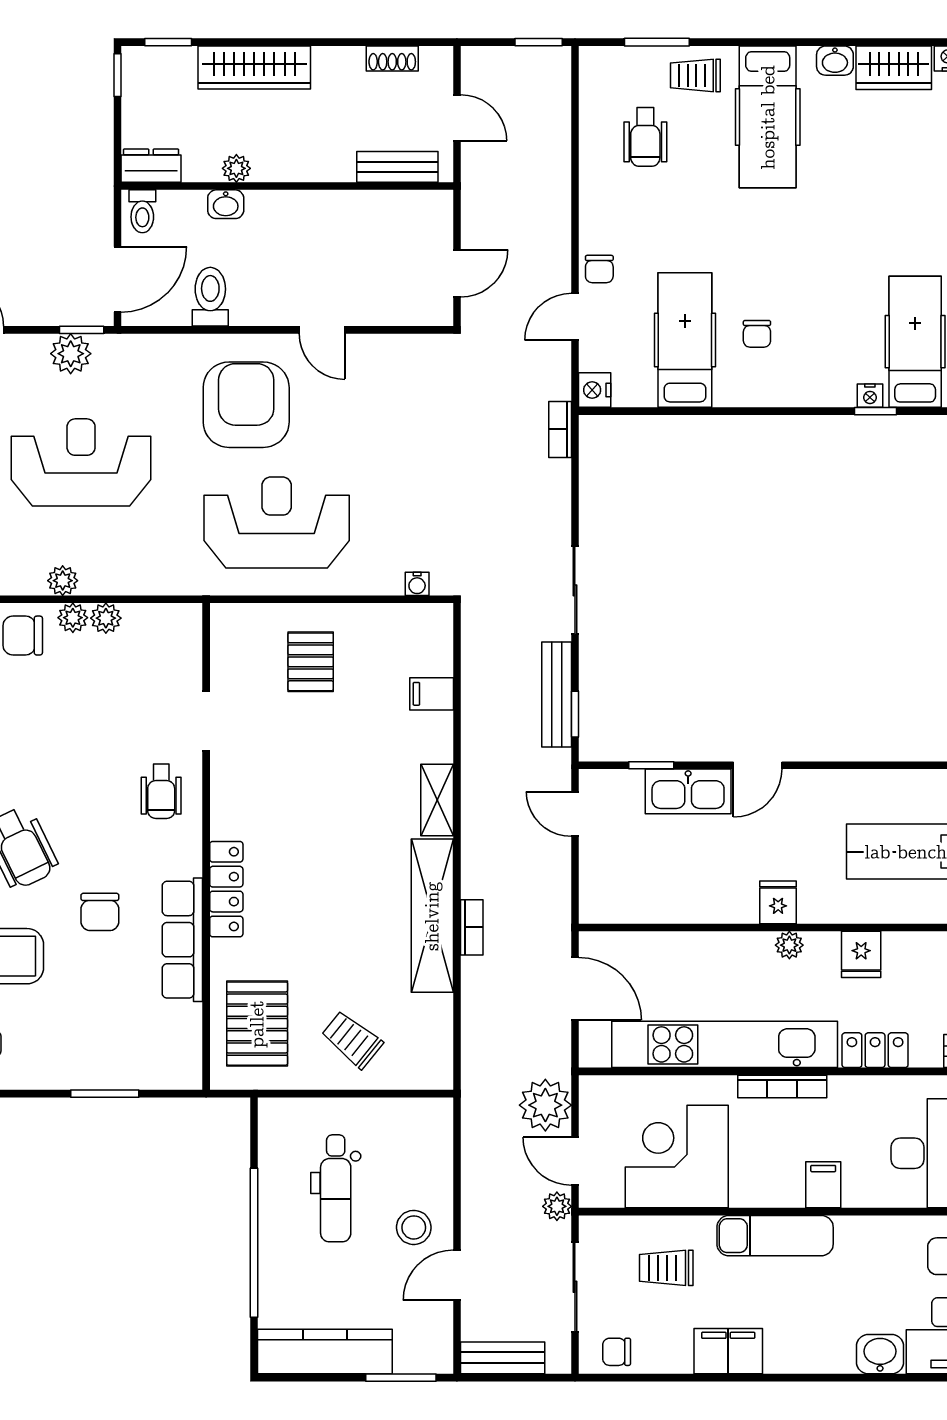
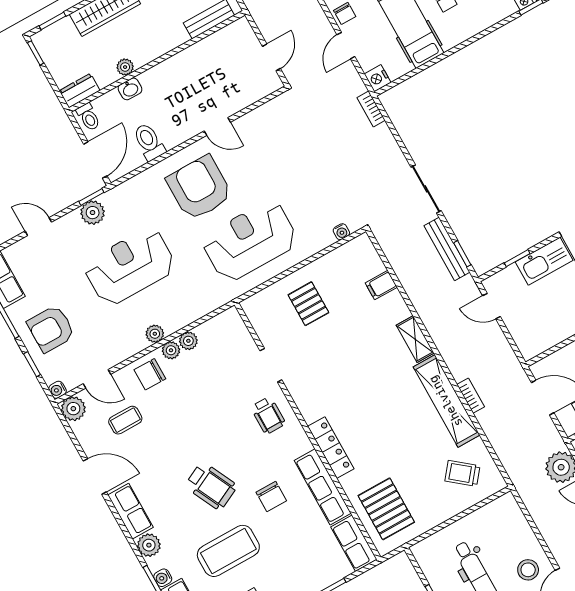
trolley: (352, 1040) -> (462, 473), moved
row of seats: (182, 1047) -> (354, 543), added

